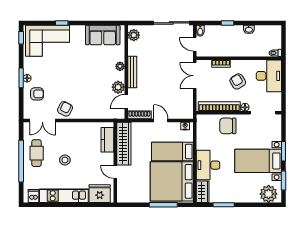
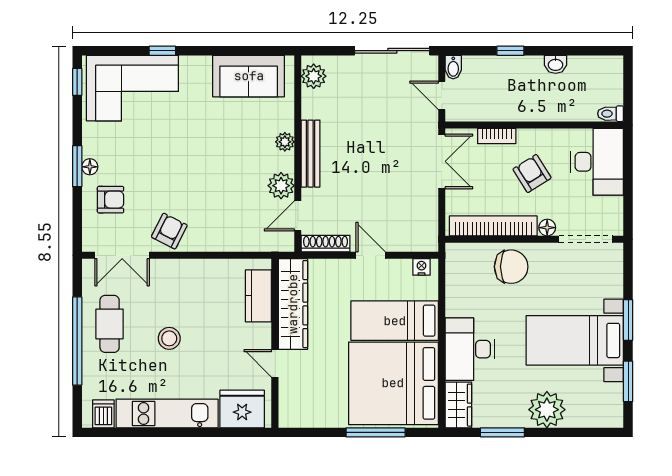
double door: (195, 76) -> (442, 161), swing flipped
chair: (228, 126) -> (511, 267), turned 180
plant: (269, 194) -> (547, 410), moved

